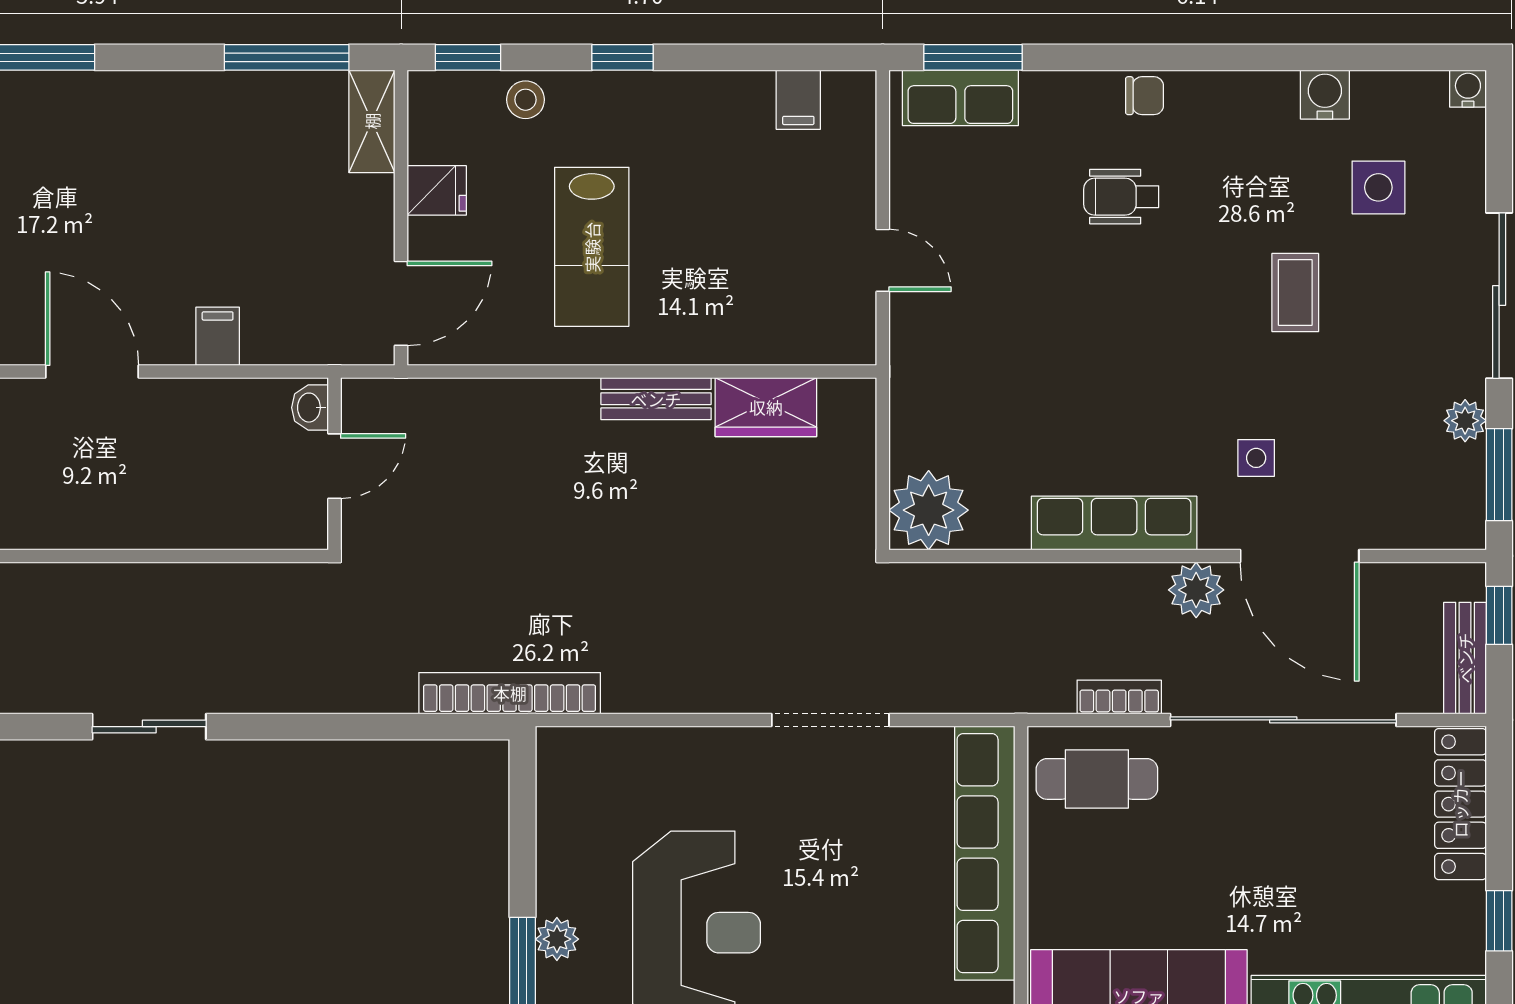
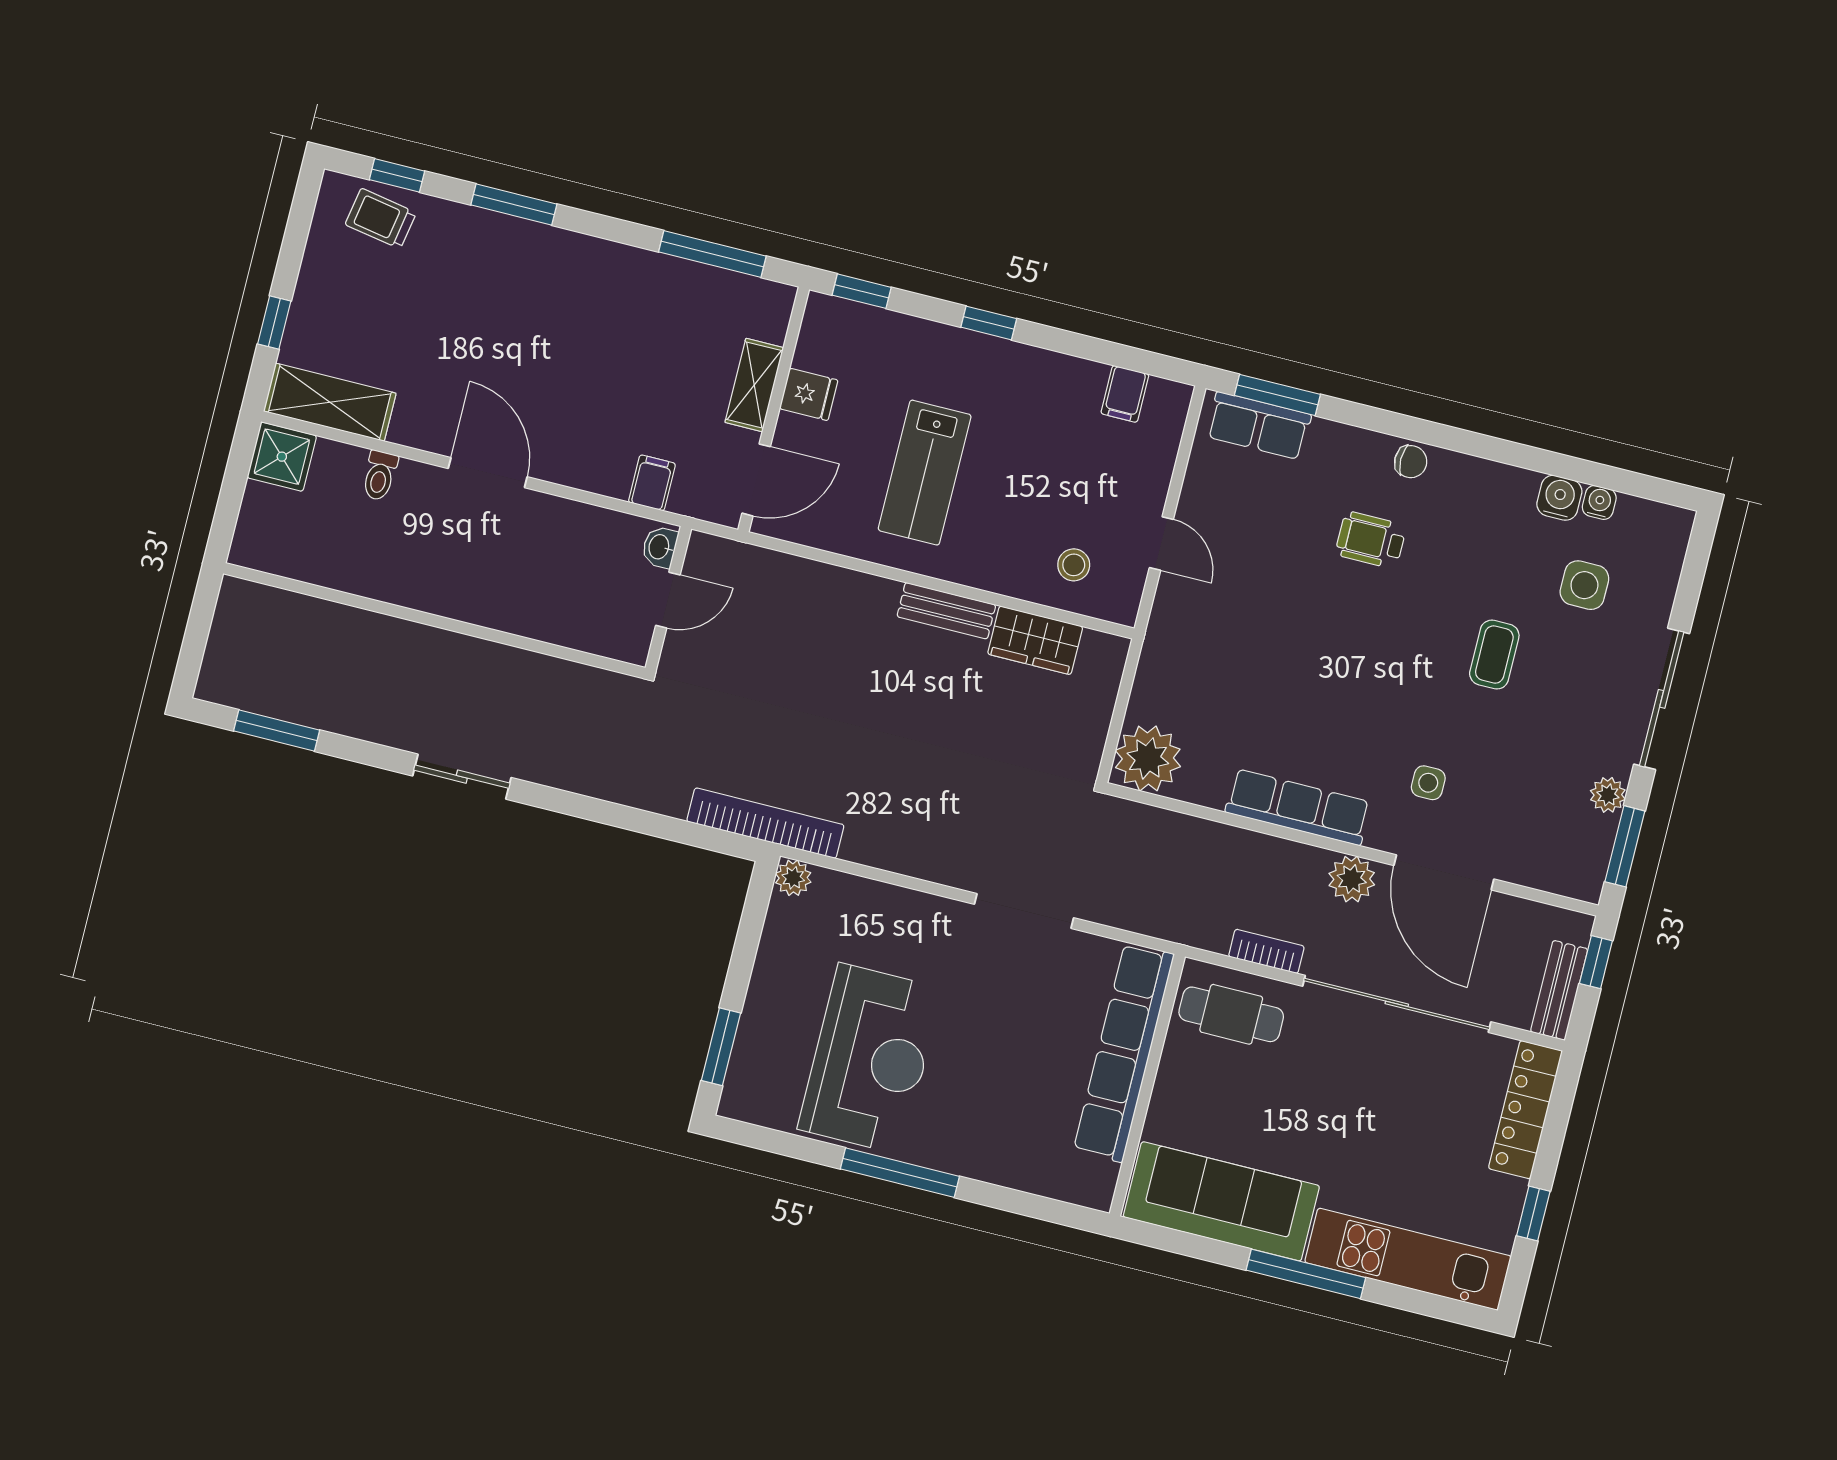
water cooler: (1468, 89) -> (1599, 502), moved
stool: (526, 100) -> (1074, 565), moved
shelving: (372, 121) -> (754, 385), moved
filing cabinet: (218, 336) -> (652, 483), moved
plant: (557, 939) -> (793, 878), moved

